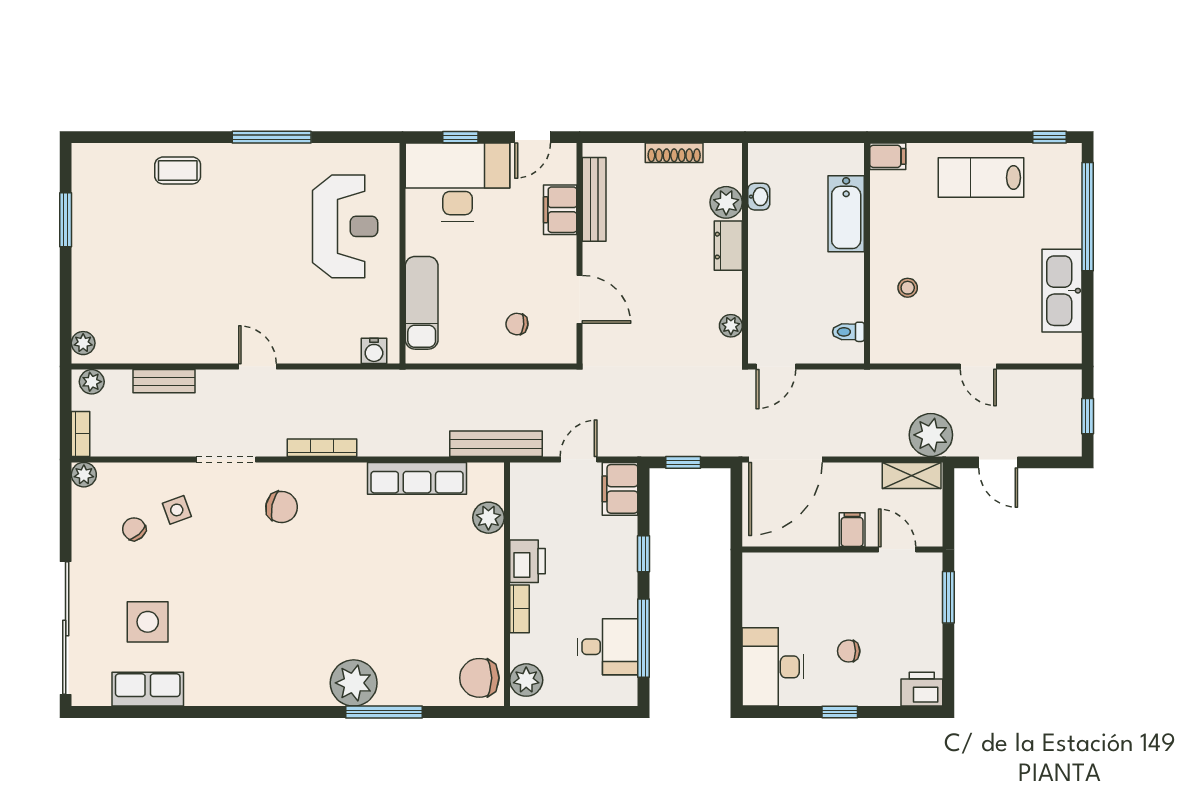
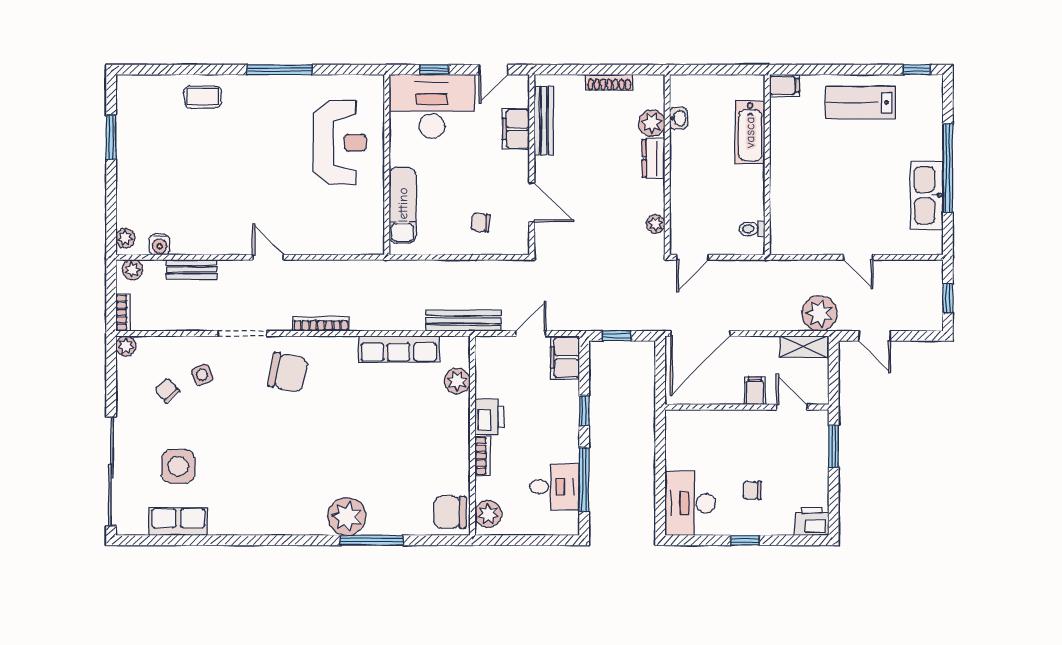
window: (1088, 217) -> (948, 168), moved
stool: (908, 288) -> (800, 193), removed
water cooler: (374, 351) -> (160, 245), moved
chair: (282, 507) -> (288, 372), width x1.37, depth x1.37

